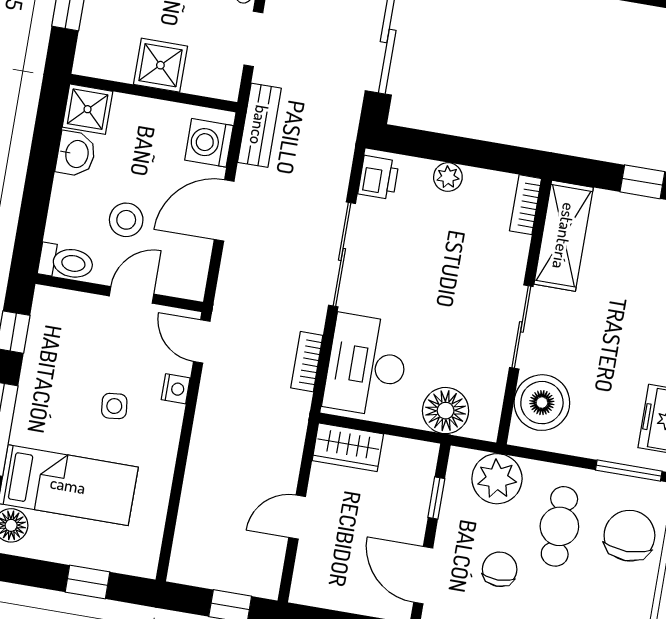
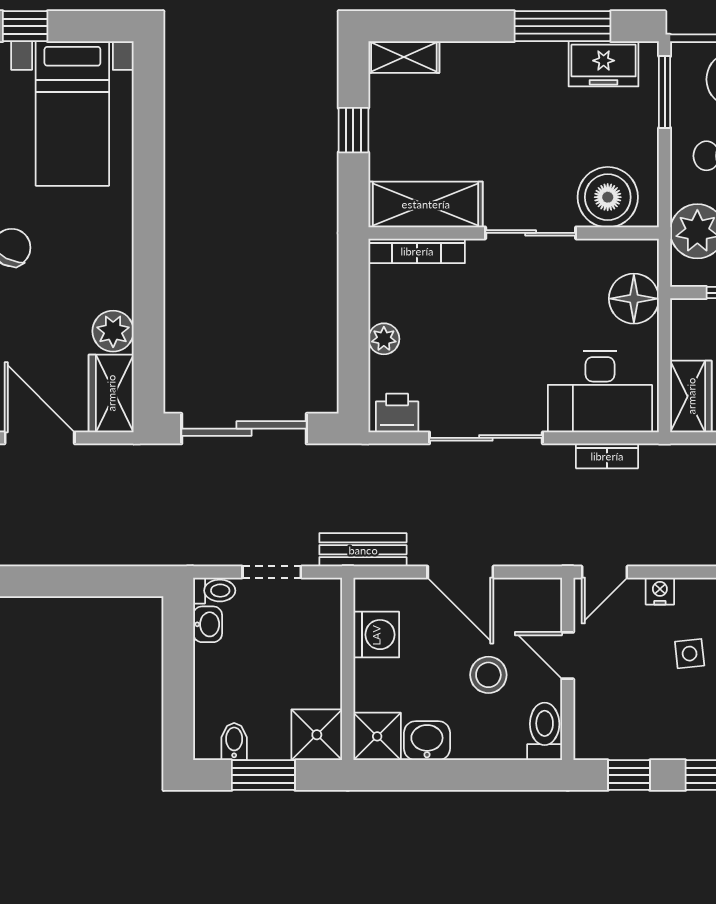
shower: (160, 65) -> (317, 735), moved
washing machine: (209, 143) -> (376, 635), moved, turned -90
bookcase: (525, 205) -> (417, 251), width x1.56

